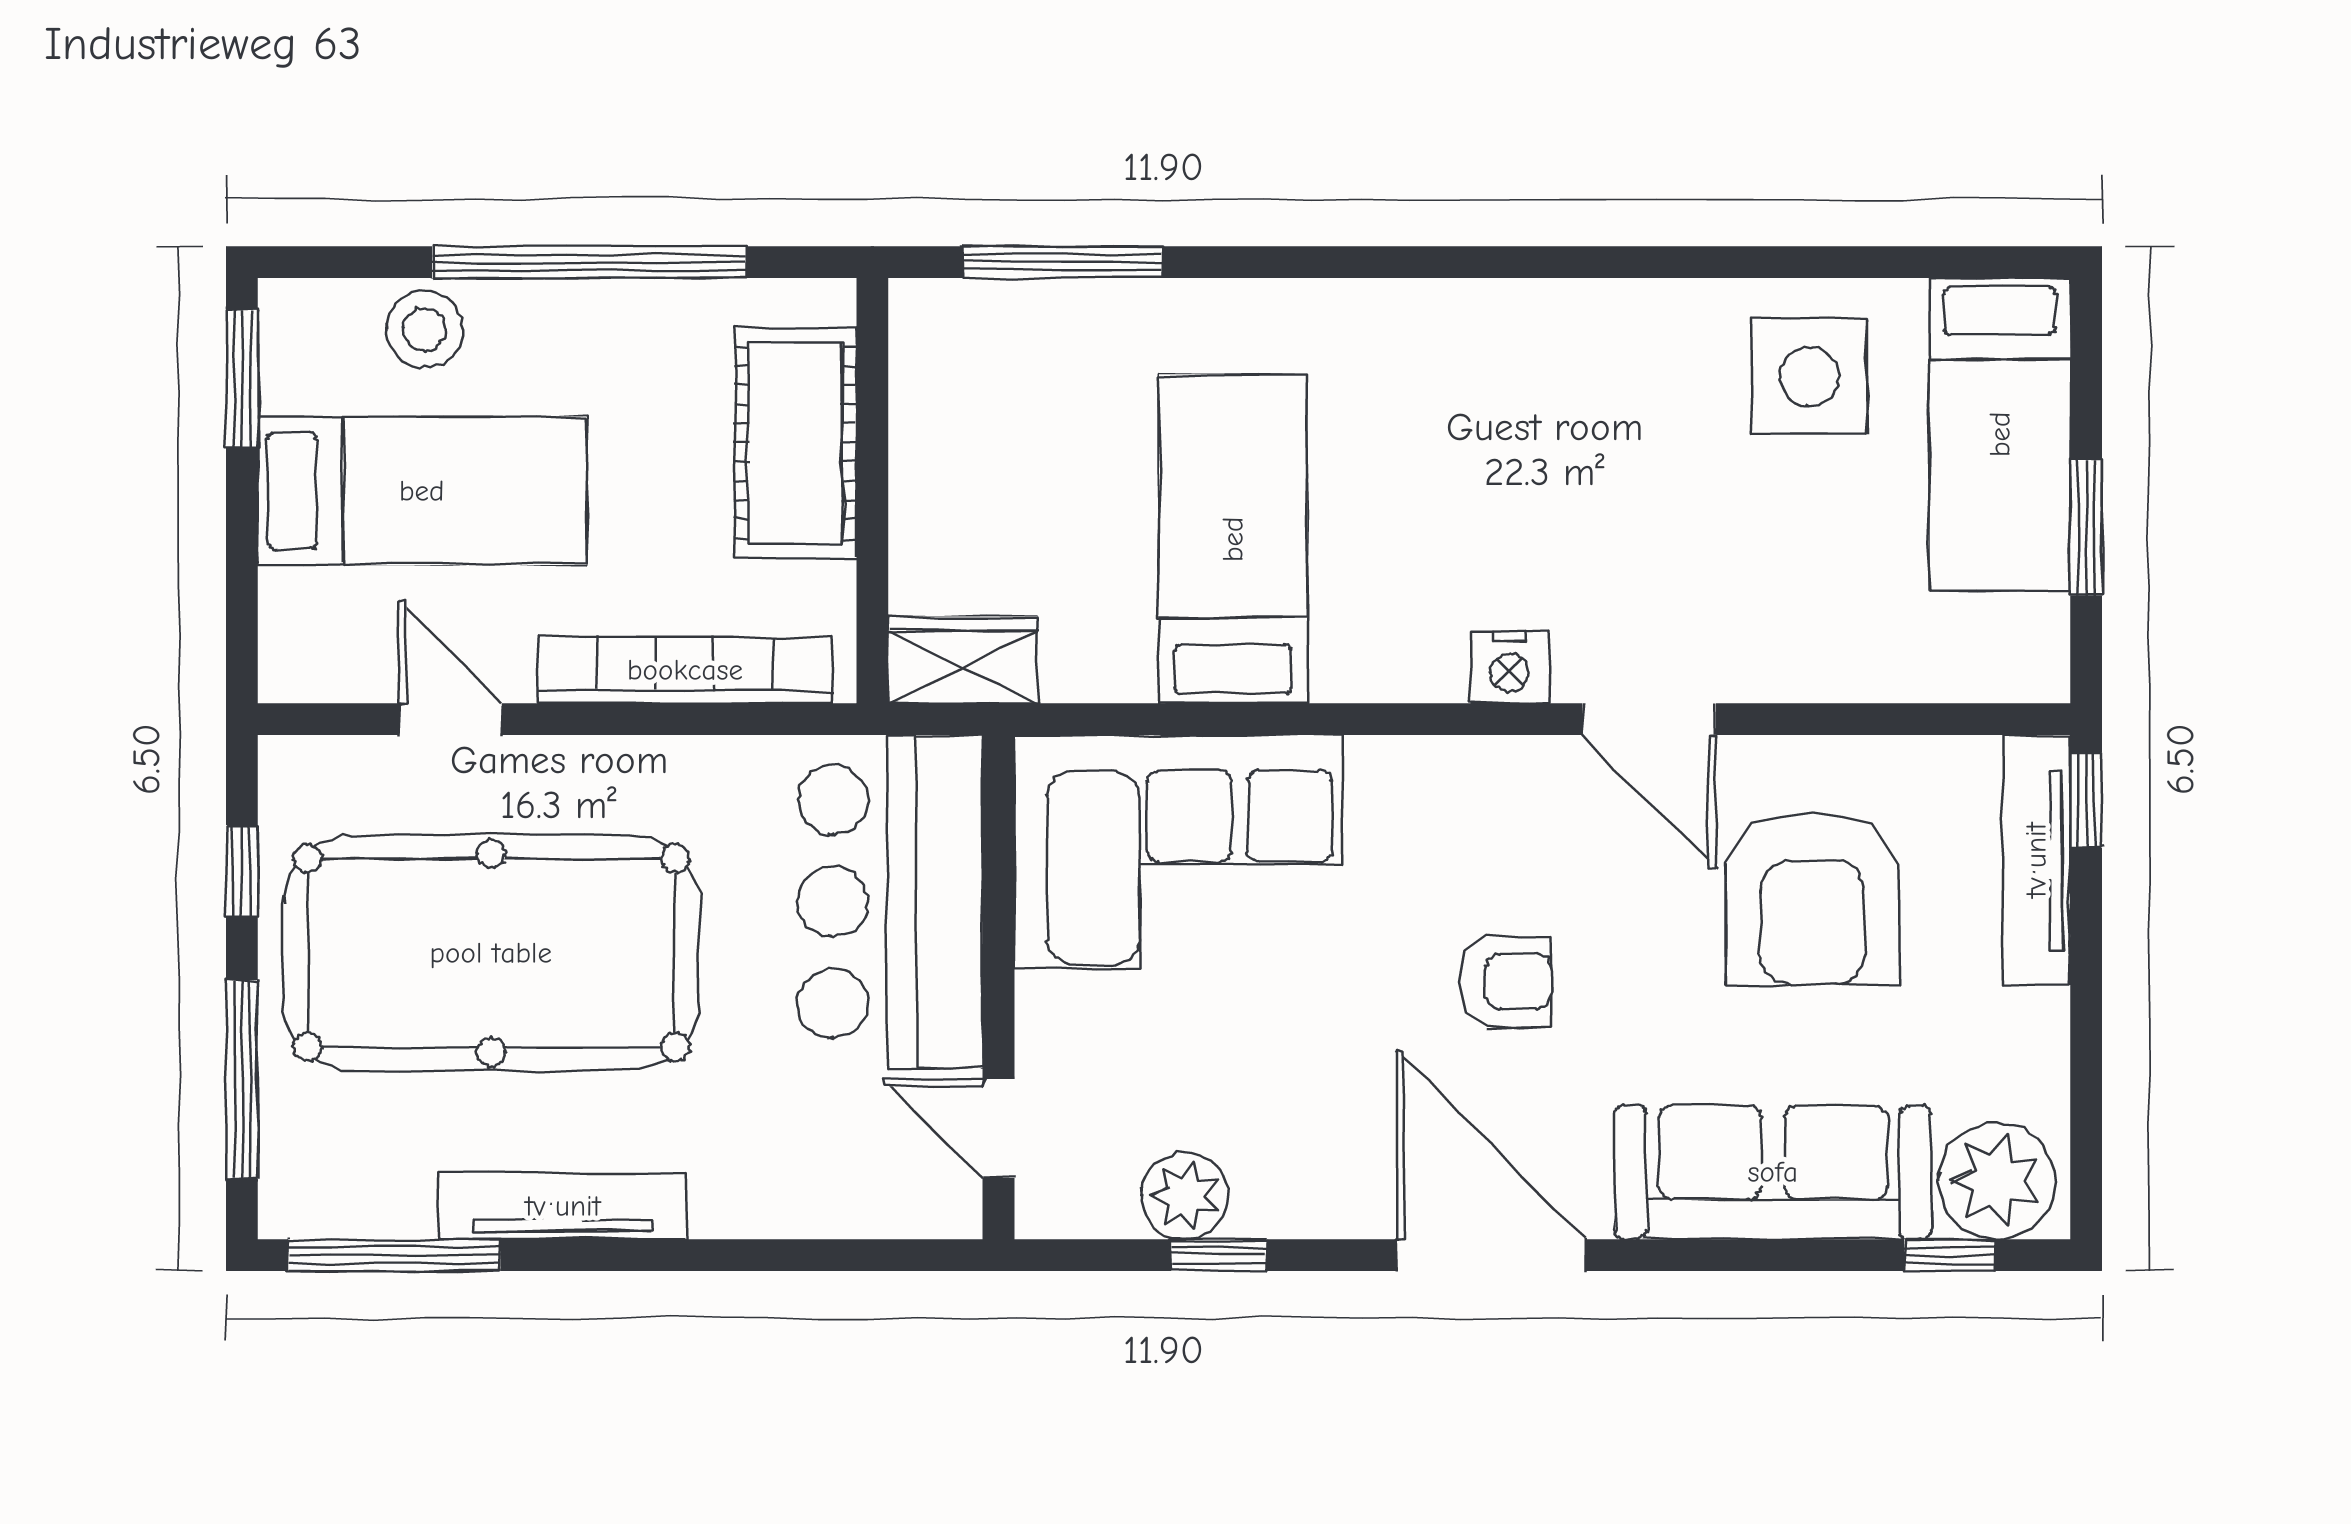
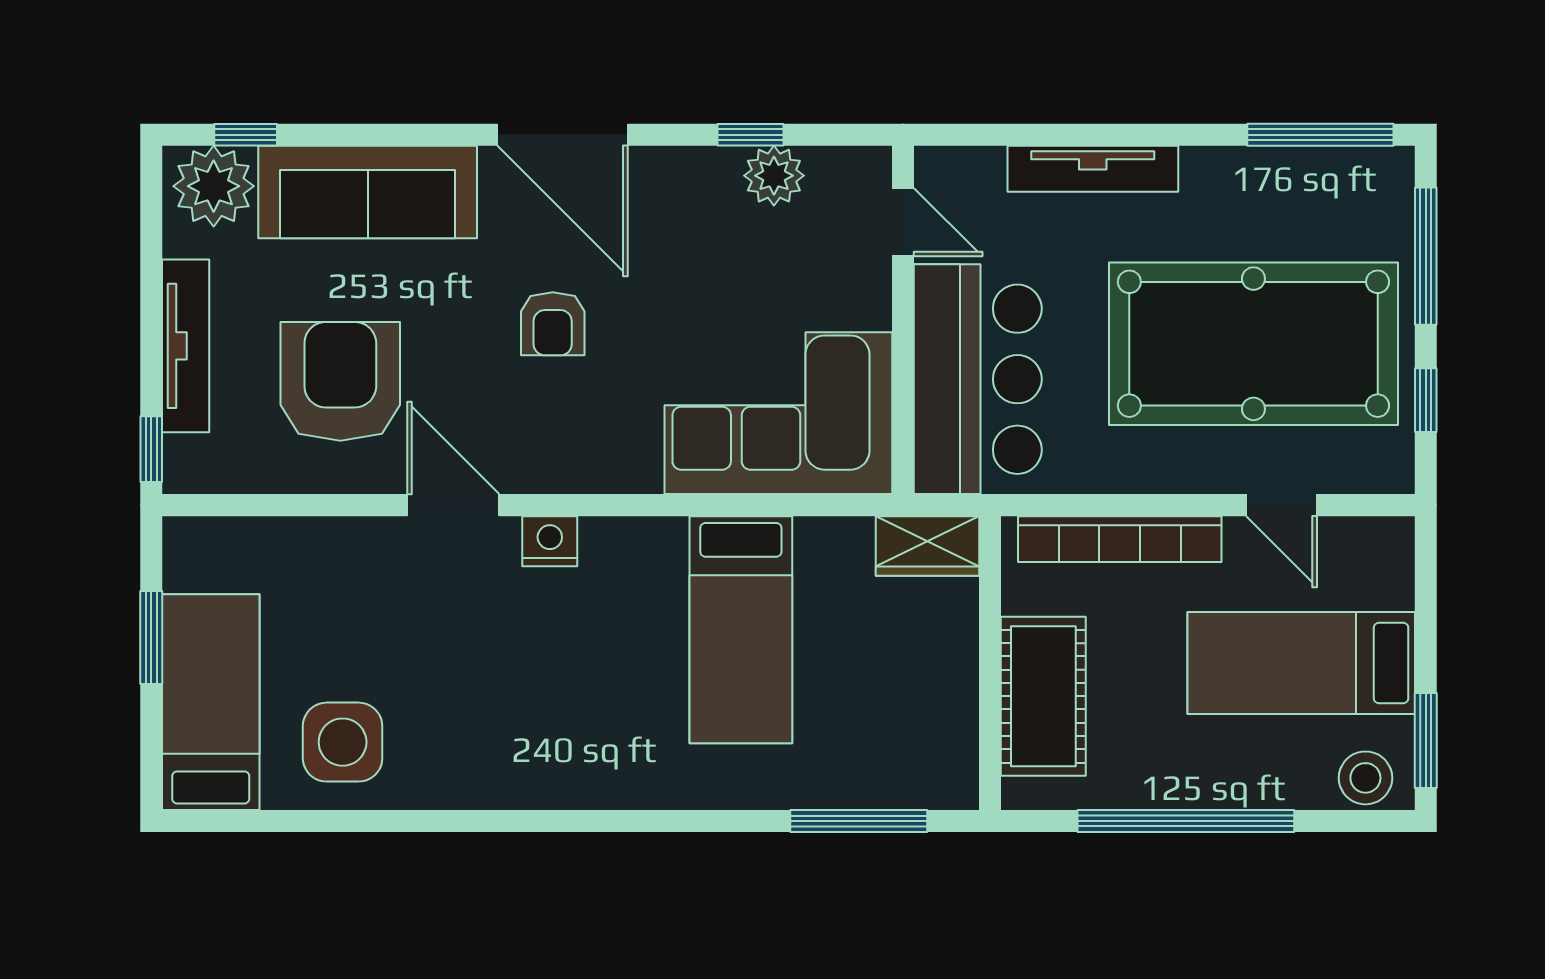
stool: (424, 329) -> (1365, 778), moved
tv unit: (2036, 860) -> (186, 346), moved
armchair: (1505, 981) -> (553, 324), turned -90
tv unit: (563, 1206) -> (1093, 169), moved

